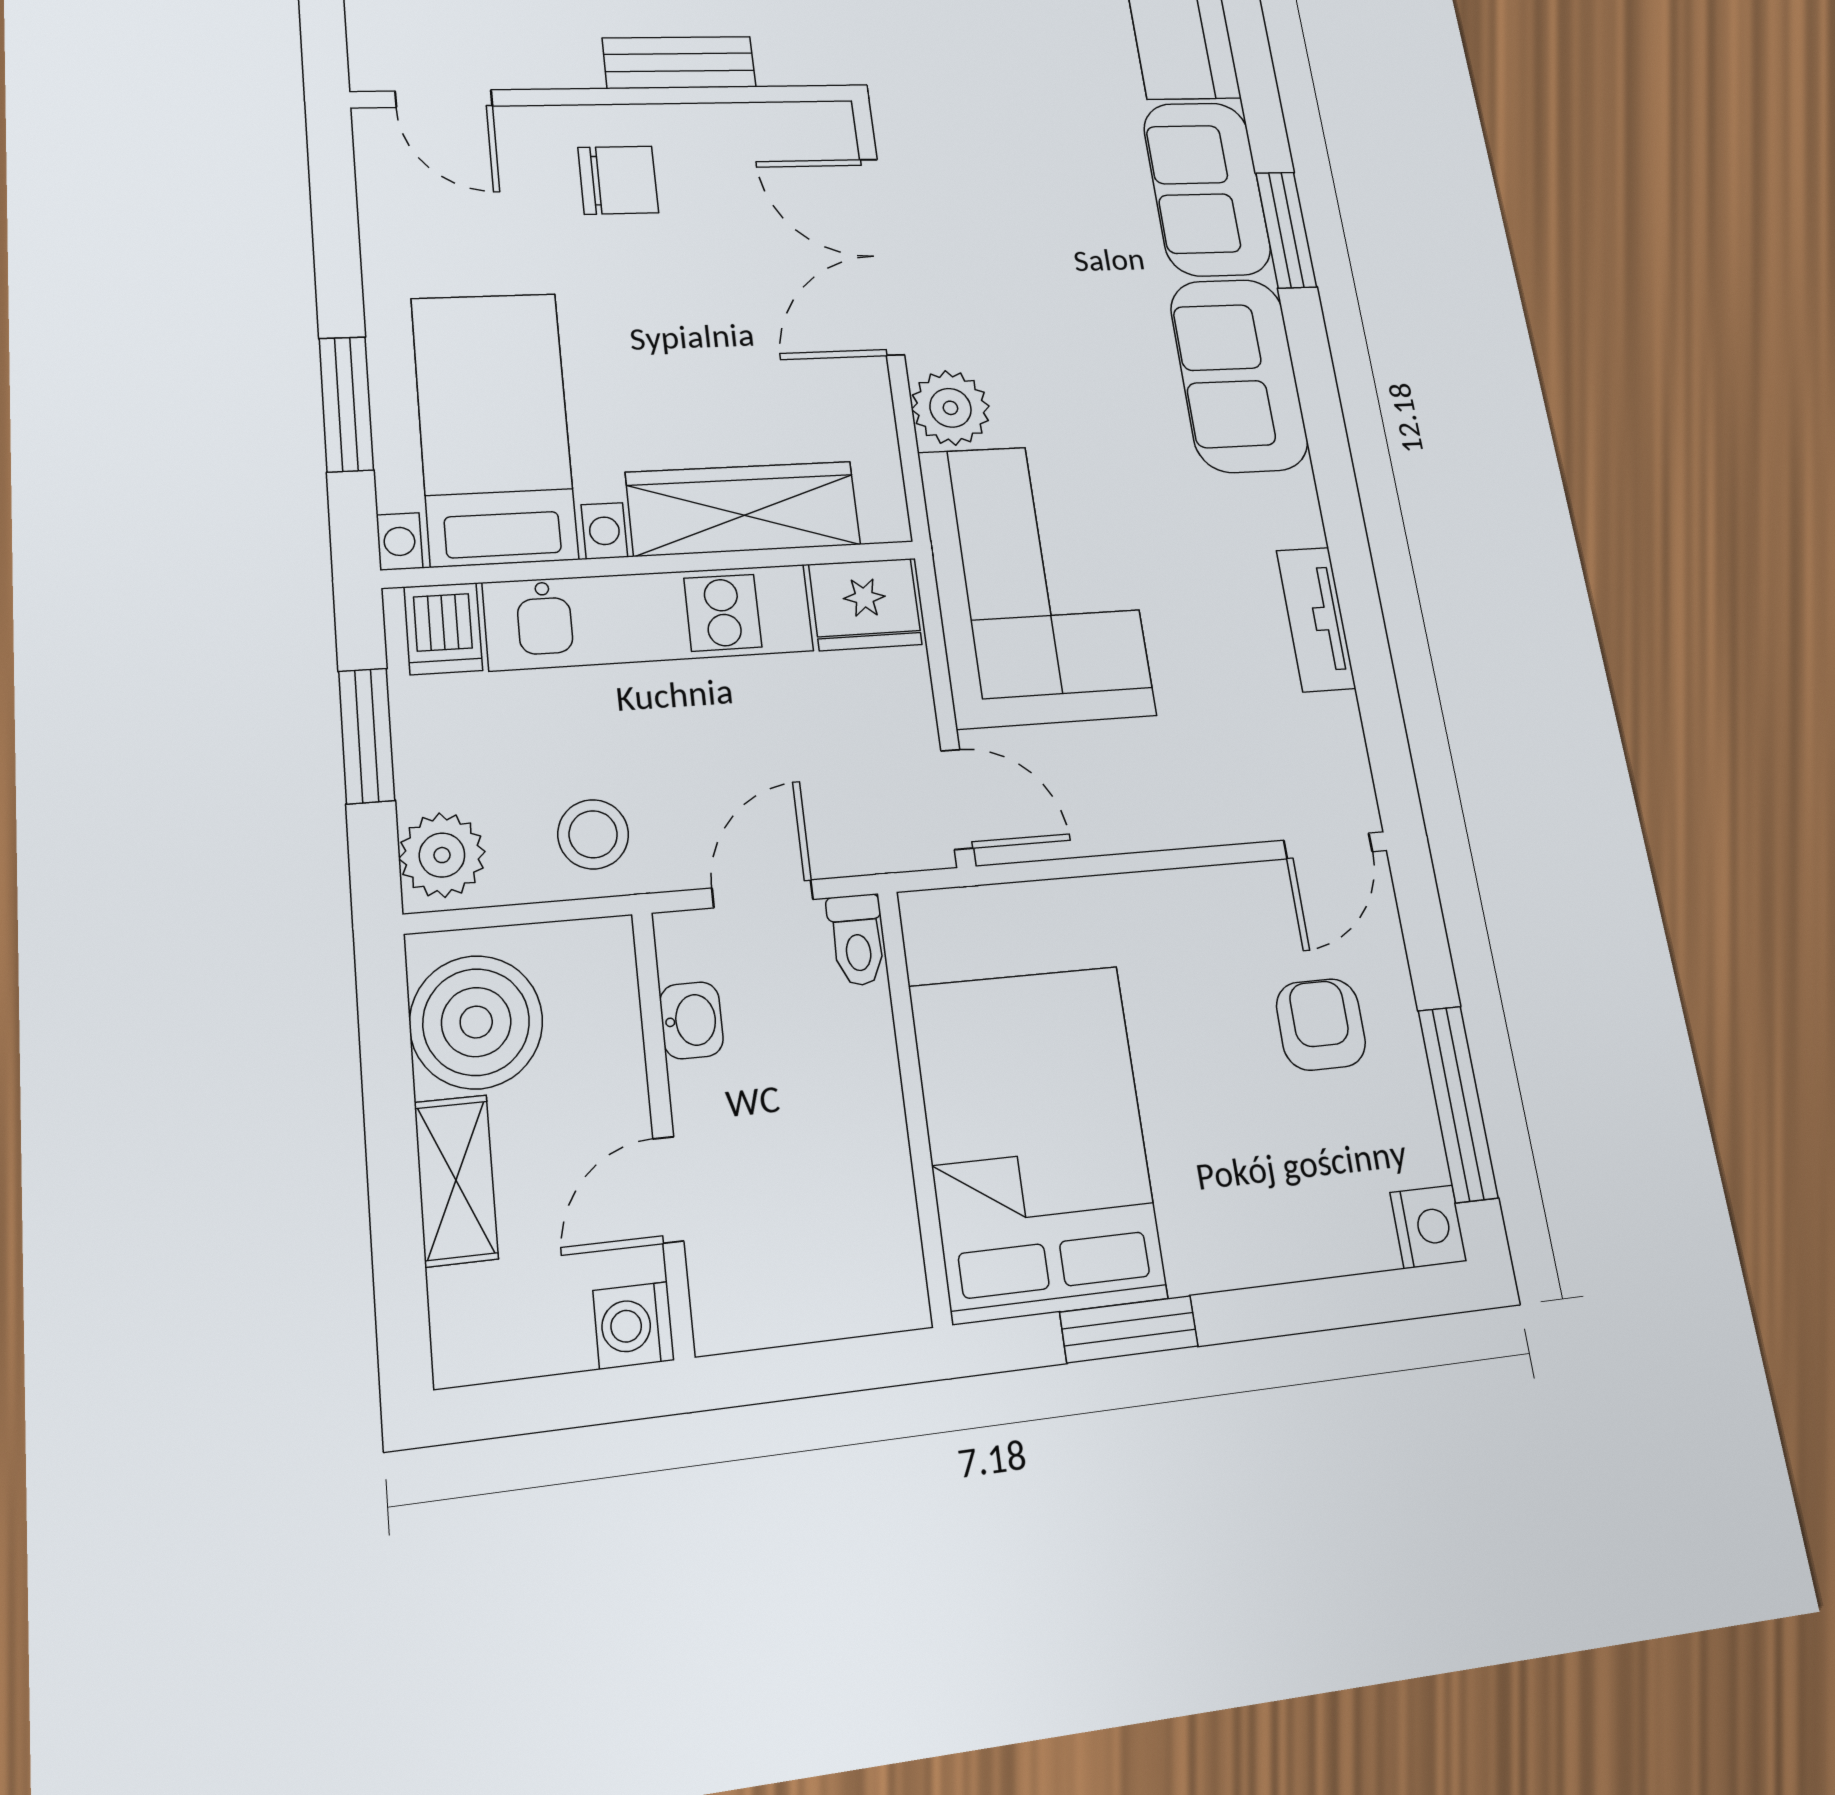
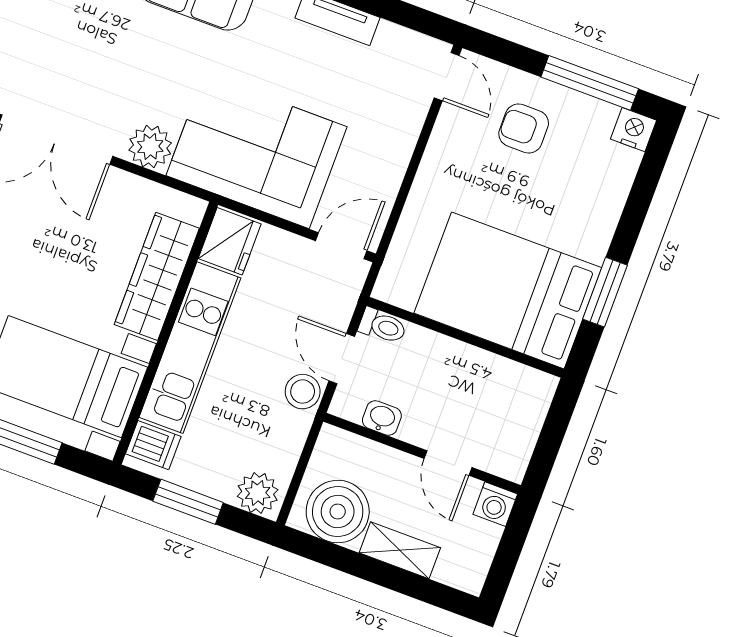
stool: (593, 834) -> (303, 392), moved

